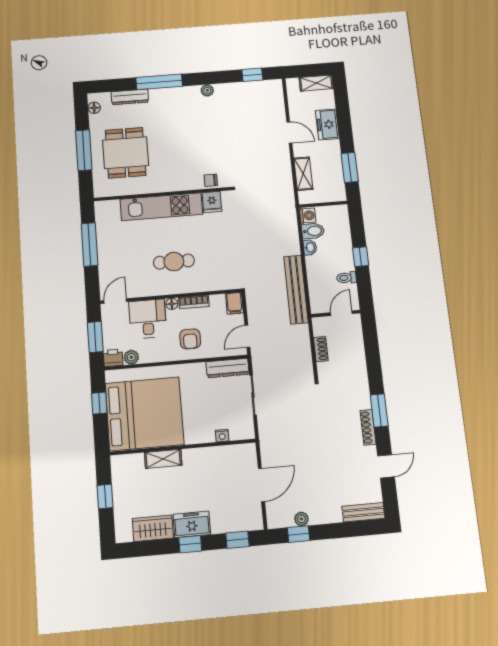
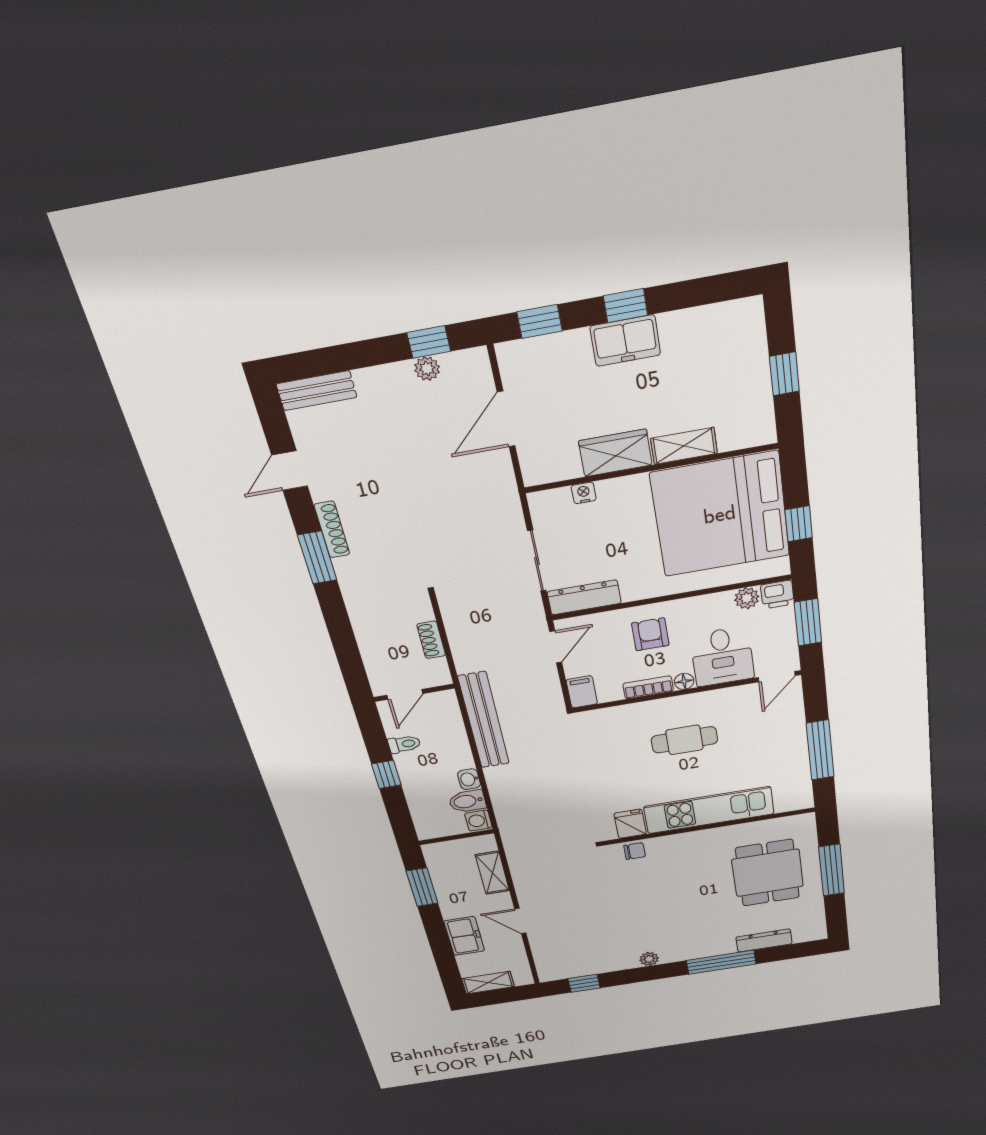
floor lamp: (94, 108) -> (817, 923), removed
wardrobe: (153, 528) -> (615, 453), moved, turned 180

